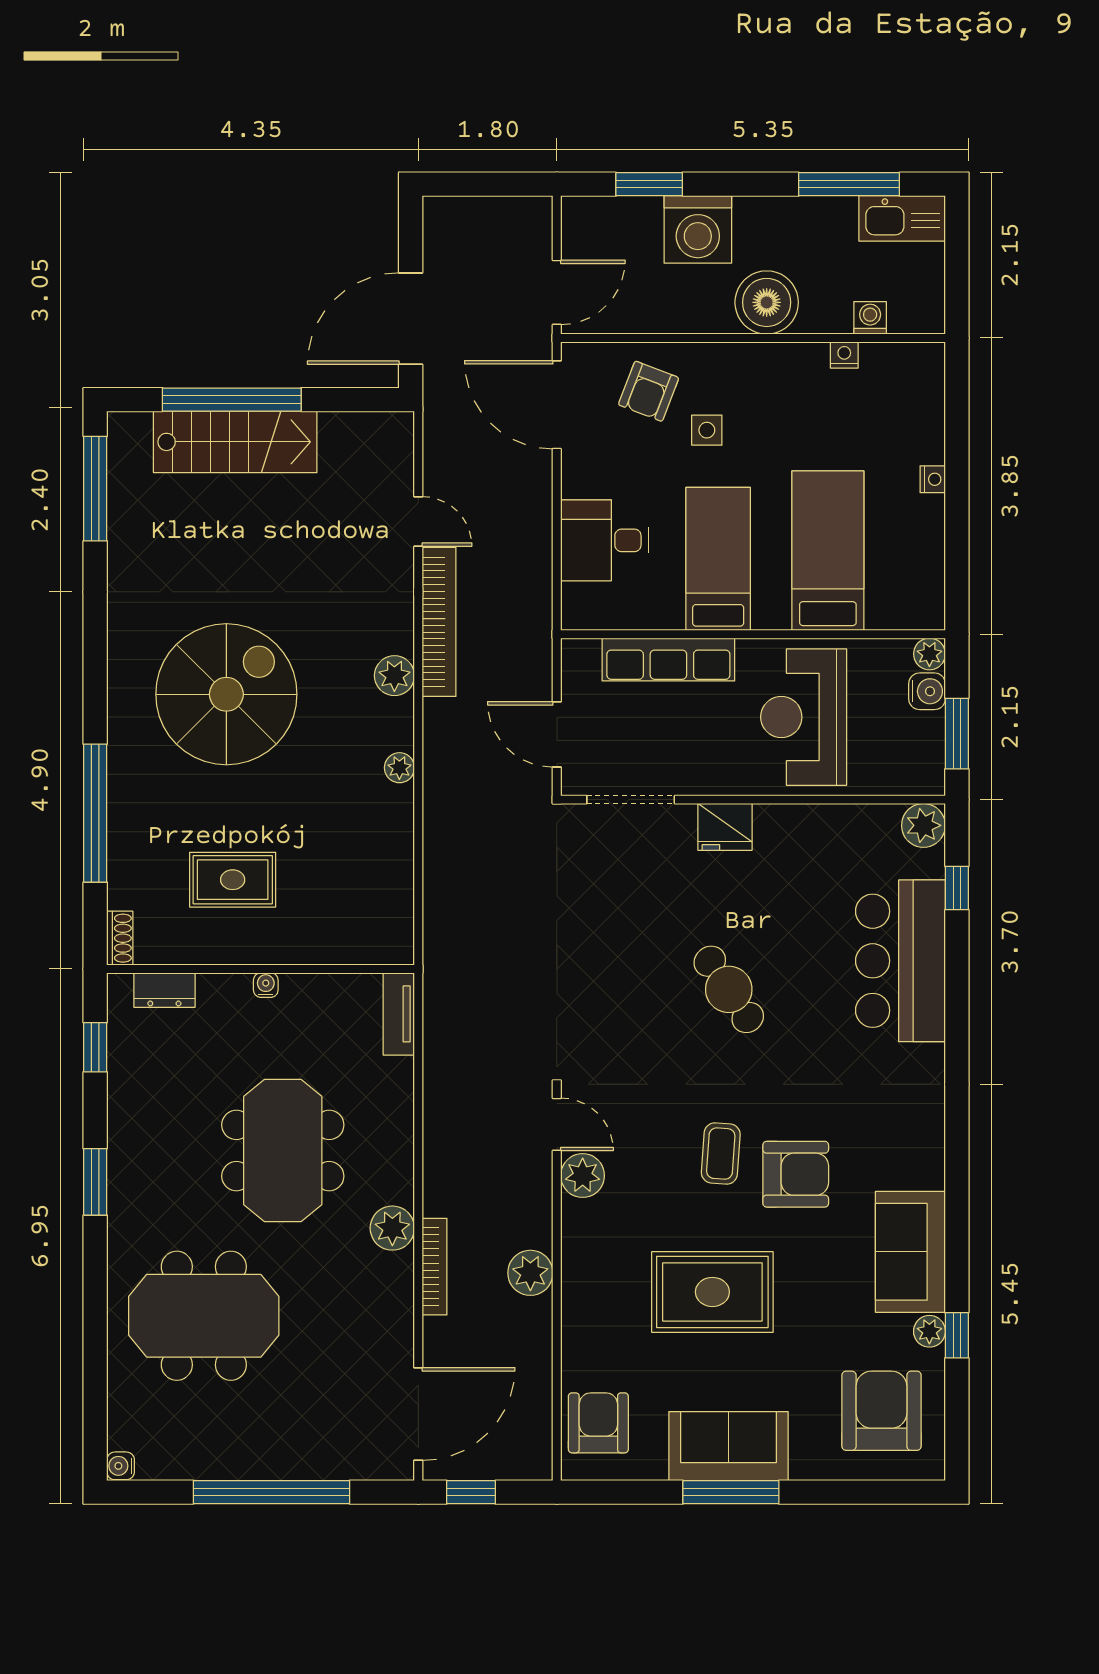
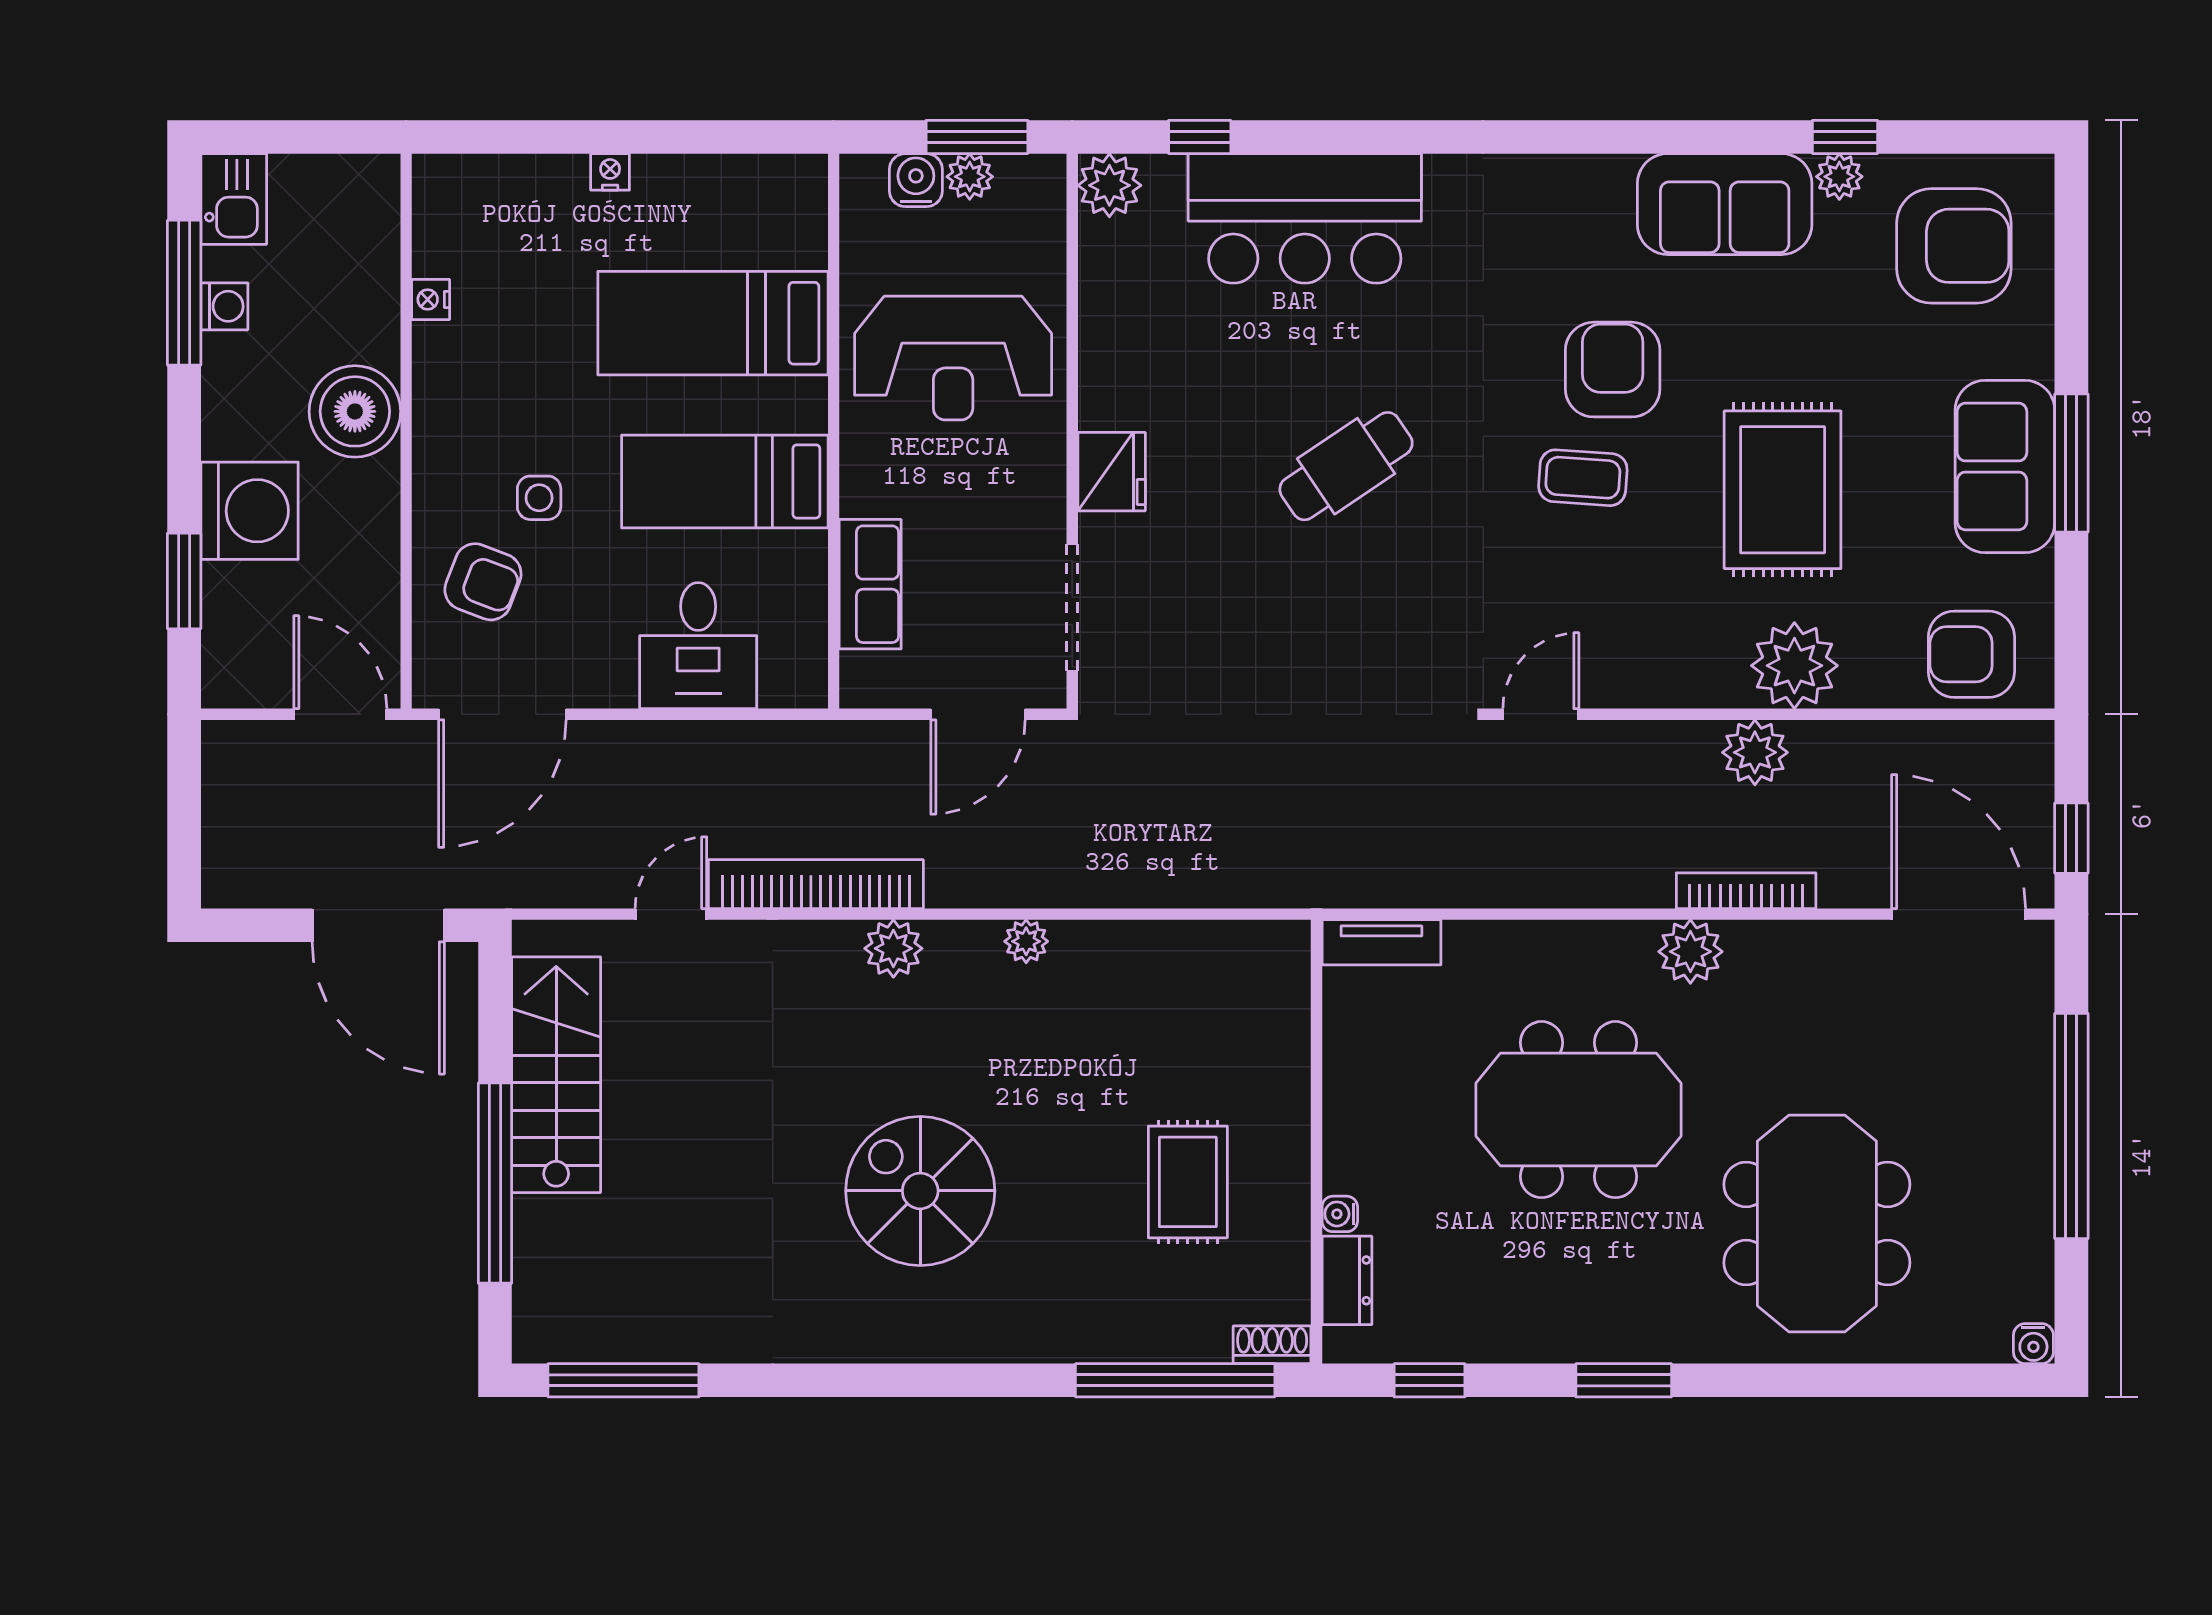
kitchen sink: (902, 218) -> (234, 199), width x0.73
washing machine: (870, 318) -> (224, 306), moved, turned 180
stairs: (235, 442) -> (556, 1075), moved
plant: (929, 654) -> (970, 177), moved
row of seats: (668, 660) -> (870, 584), width x0.68
spiral stairs: (226, 694) -> (920, 1191), width x0.73, depth x0.73
window: (95, 813) -> (1175, 1380), moved
water cooler: (266, 985) -> (1340, 1214), moved
plant: (583, 1176) -> (1794, 666), moved, width x1.36, depth x1.36
armchair: (881, 1411) -> (1954, 246), turned 180

